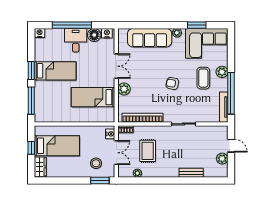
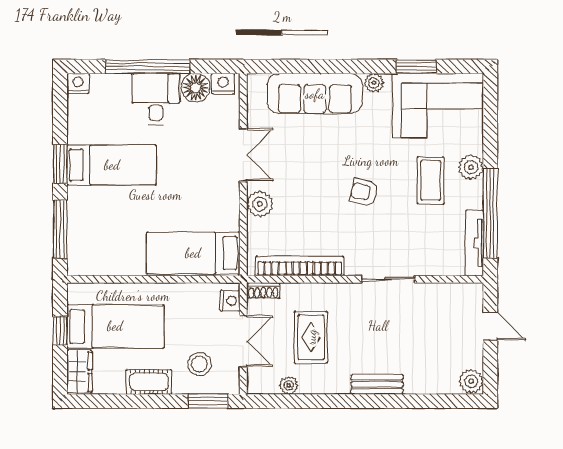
bed: (93, 97) -> (193, 253), moved
plant: (222, 159) -> (471, 381), moved
cot: (73, 172) -> (149, 382), added
bench: (191, 173) -> (377, 384), moved

